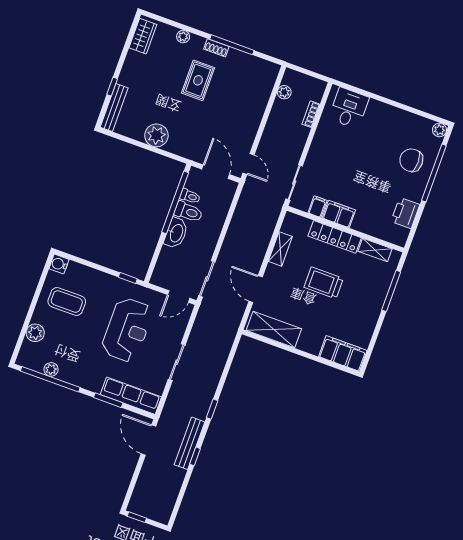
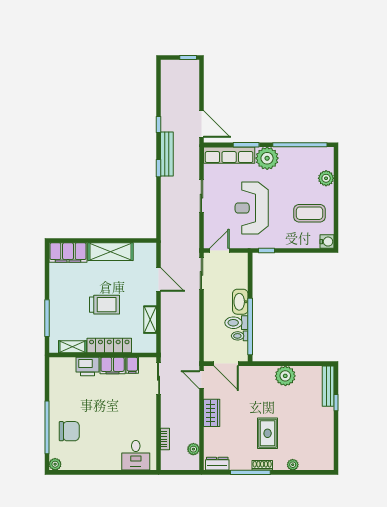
wardrobe: (143, 36) -> (212, 413), moved, turned 180
dresser: (264, 67) -> (217, 464), added
printer: (405, 213) -> (88, 367), moved, turned 90
shelving: (274, 330) -> (110, 252), moved
plant: (51, 369) -> (267, 158), moved, width x1.88, depth x1.88
bench: (190, 443) -> (167, 154), moved

